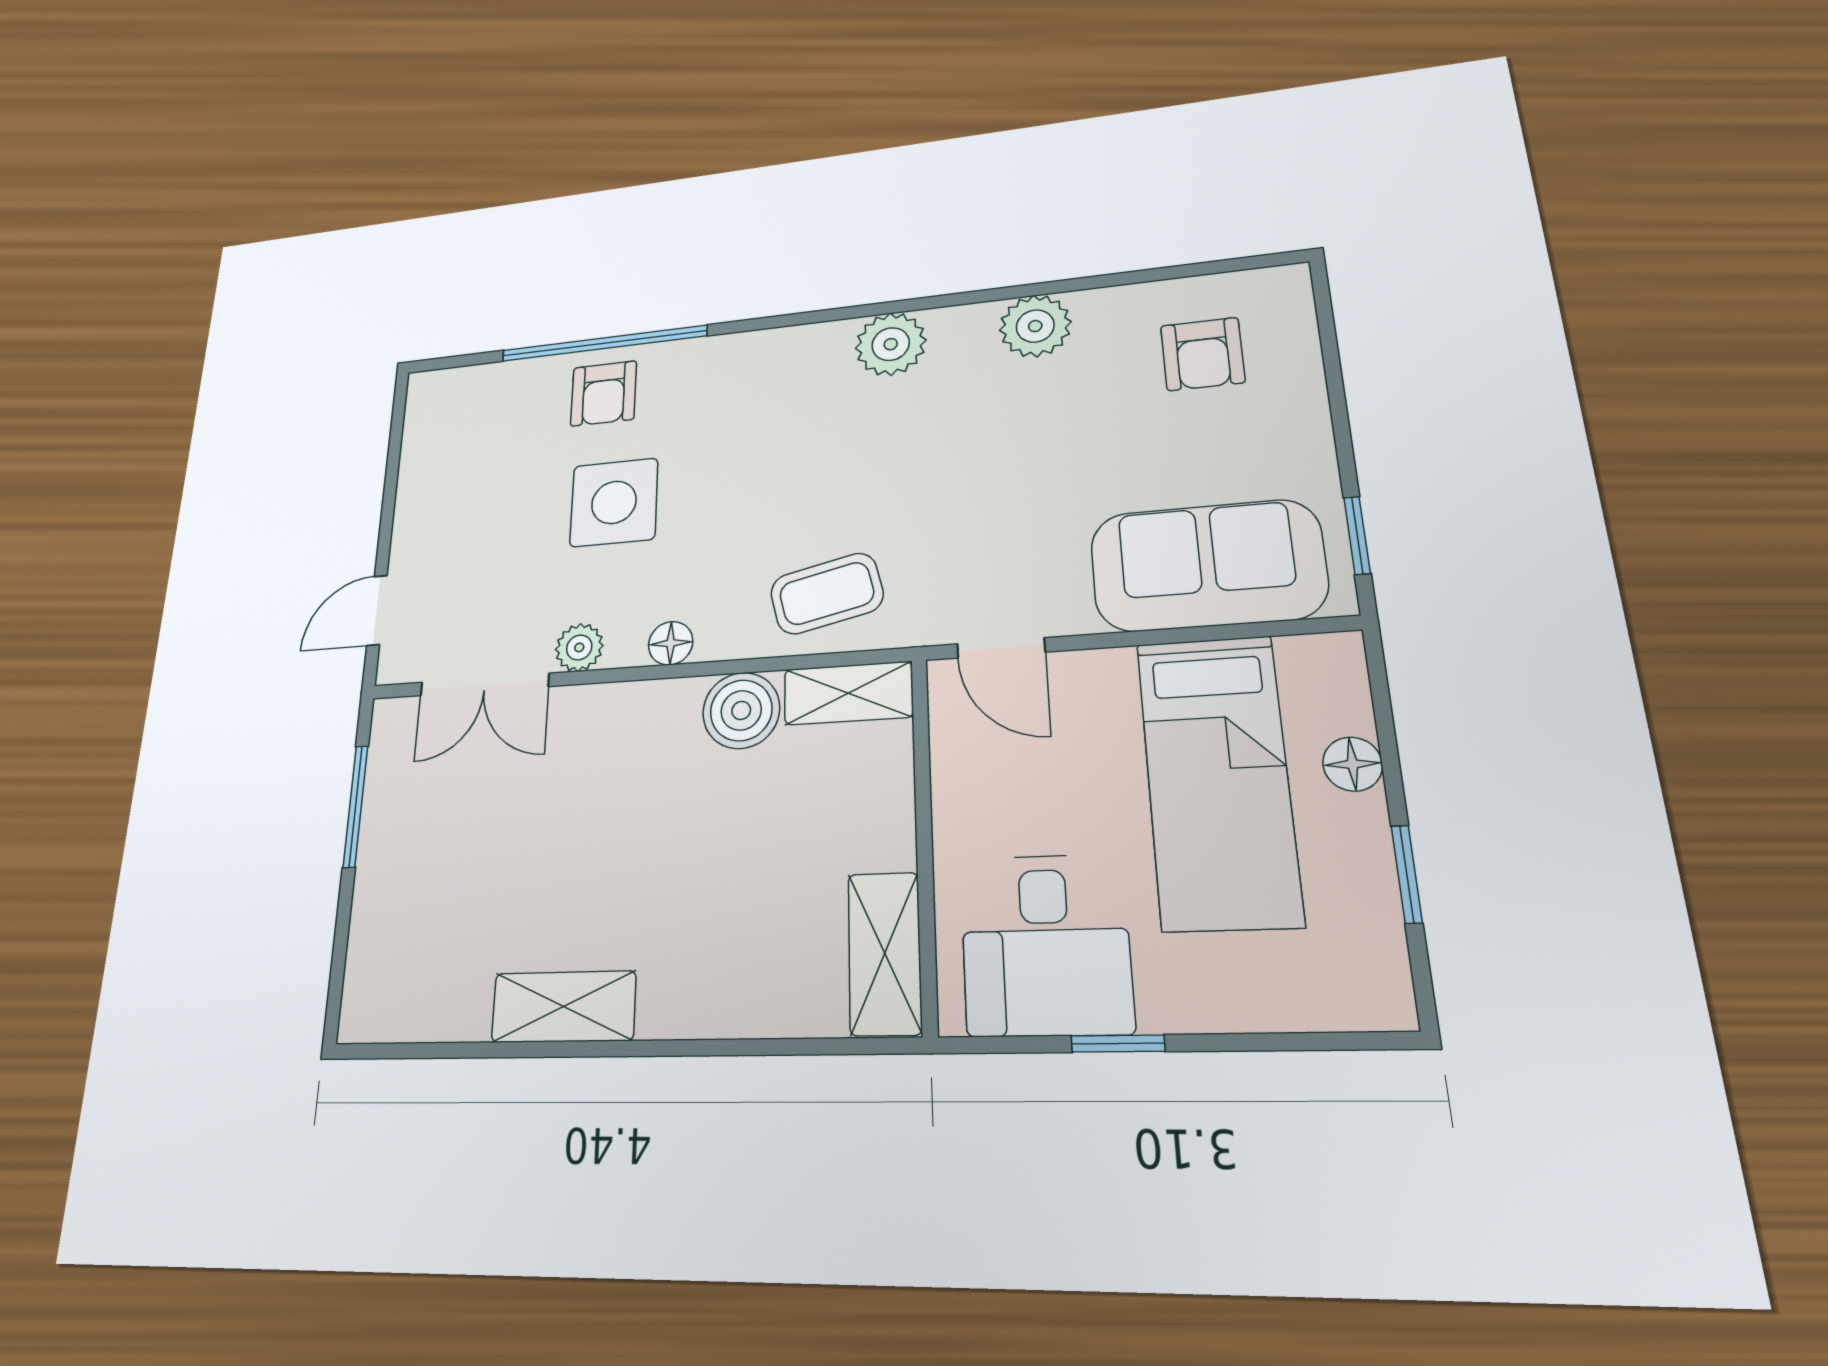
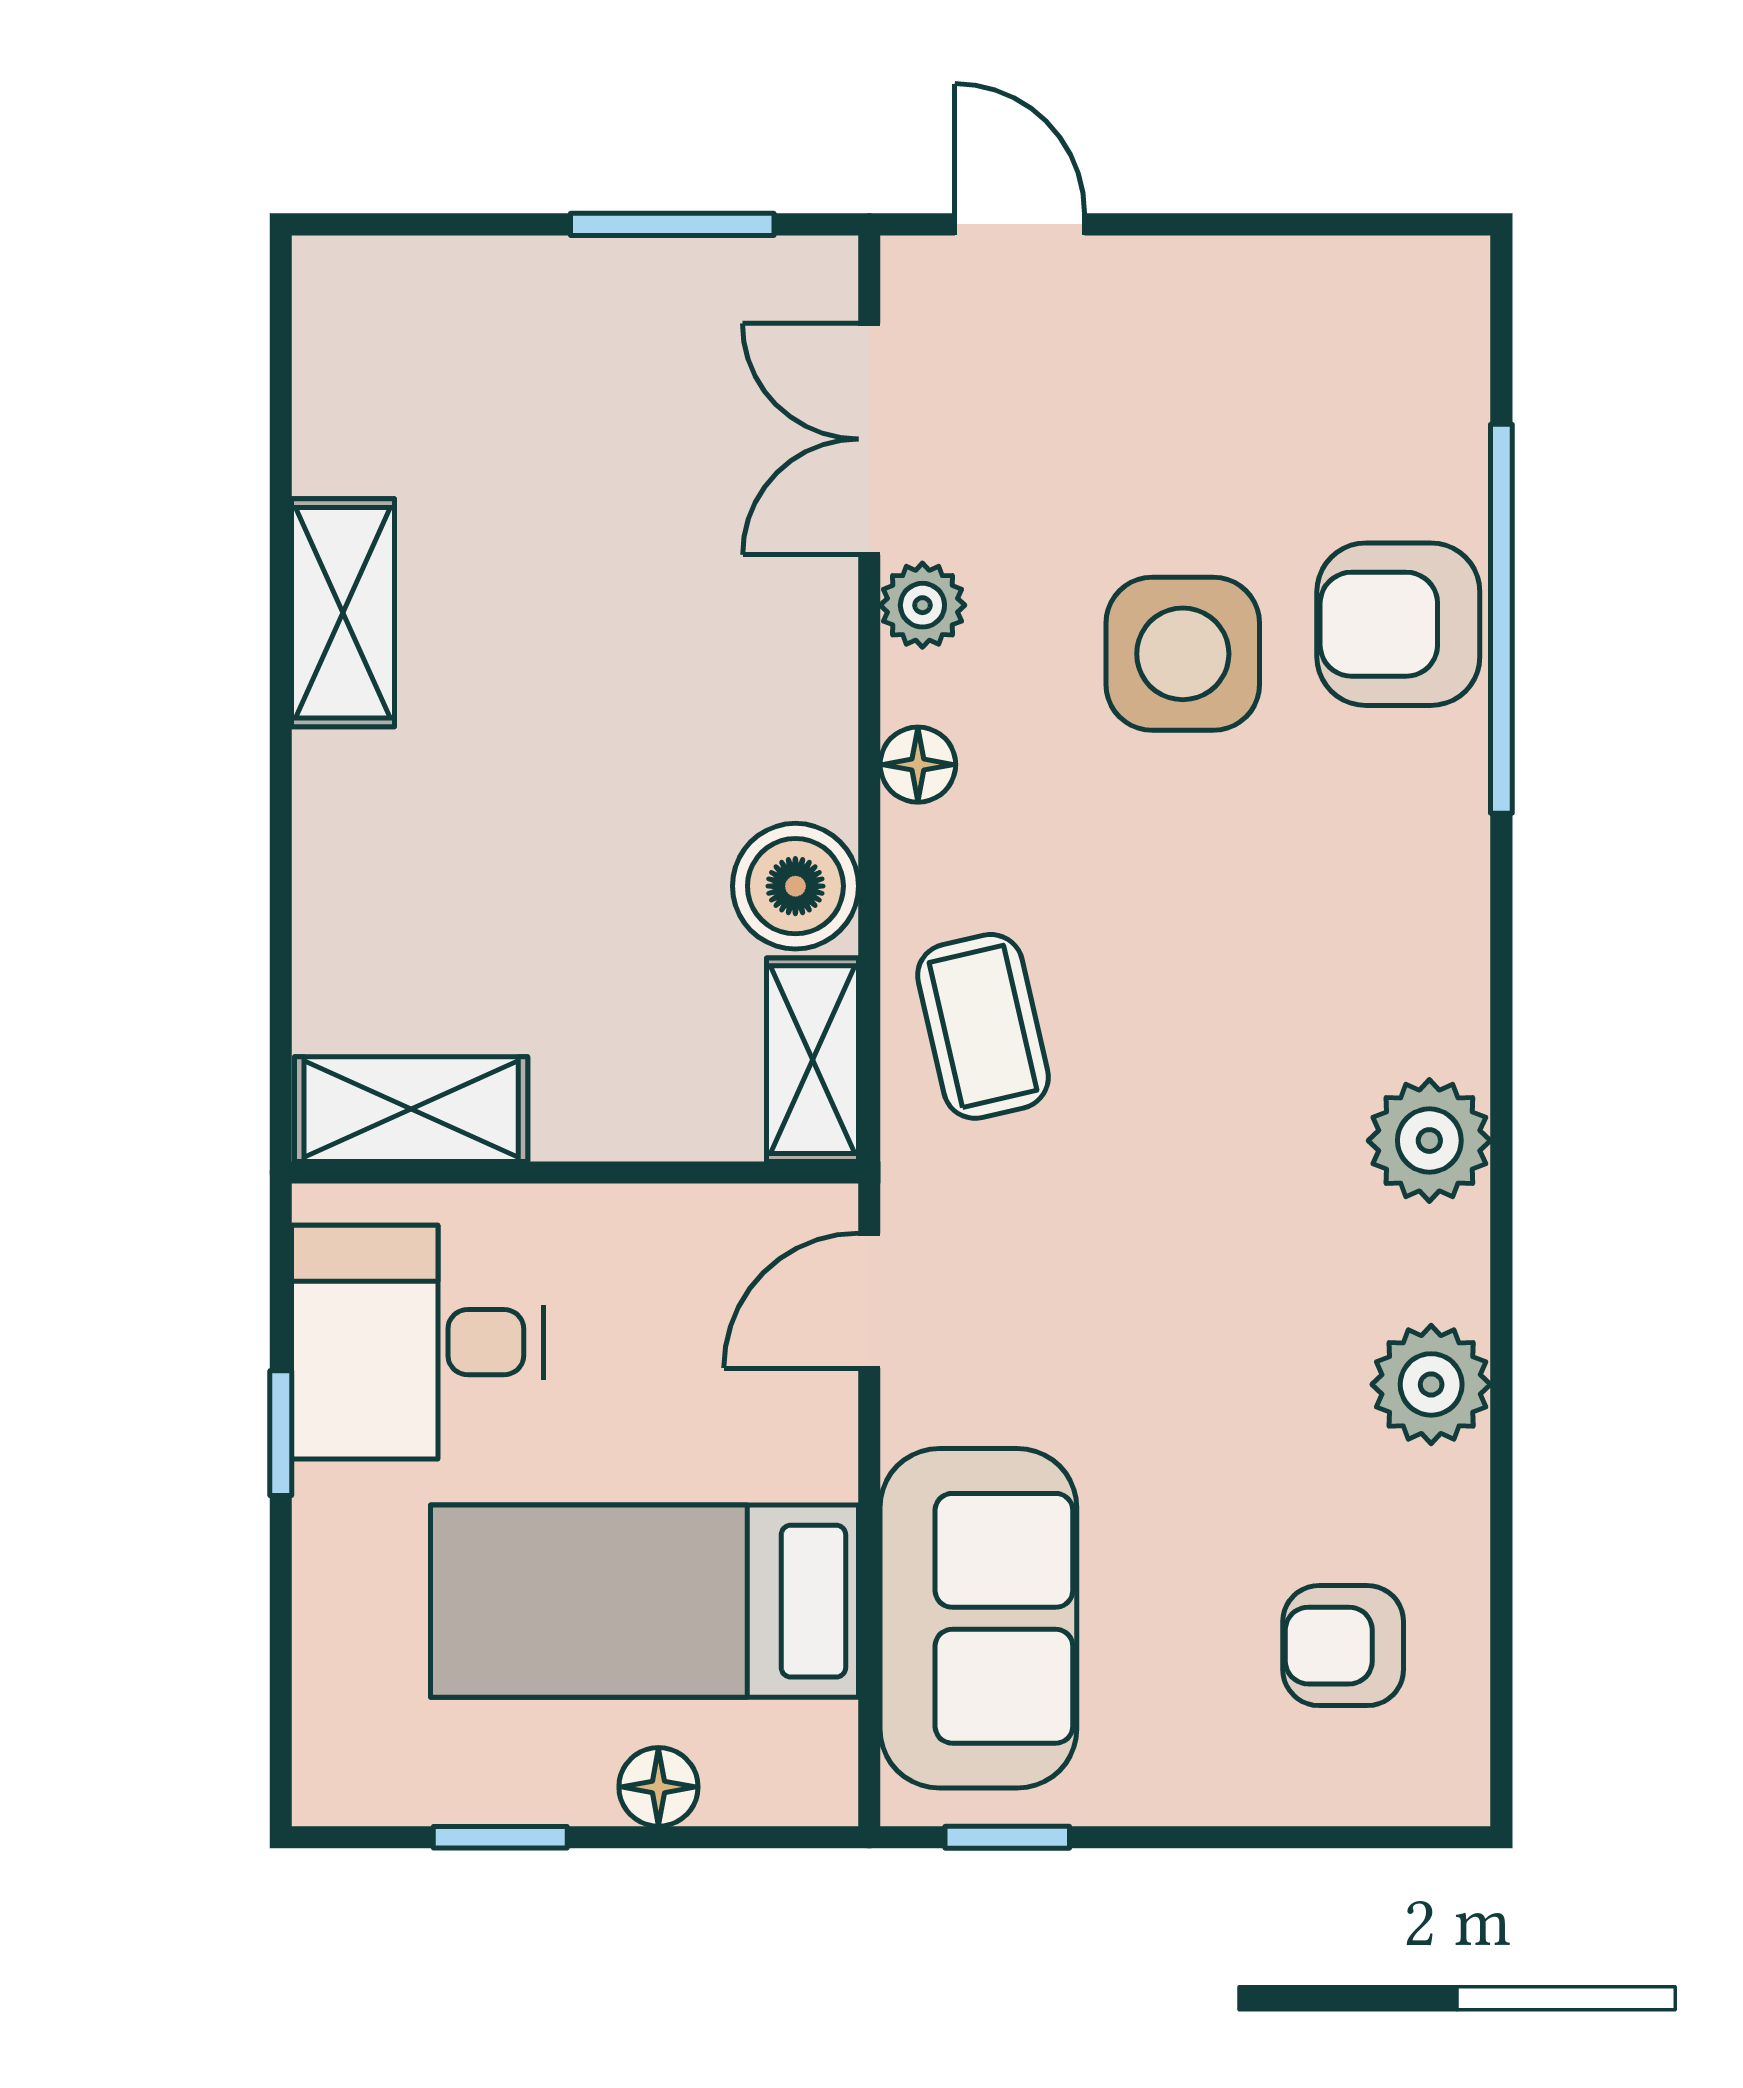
armchair: (604, 393) -> (1398, 624), width x1.38, depth x1.38

